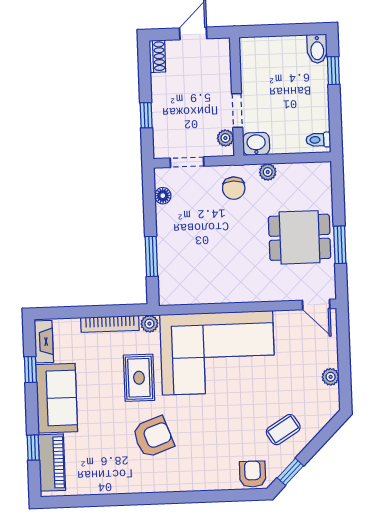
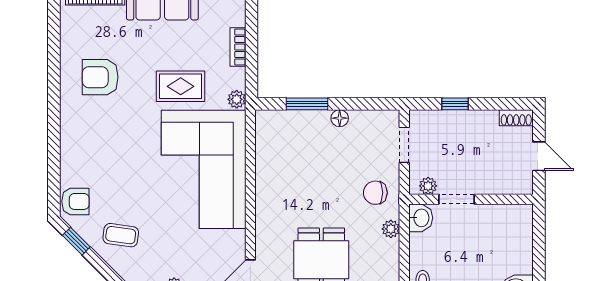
floor lamp: (163, 196) -> (340, 118), moved
bookcase: (110, 324) -> (238, 47), width x0.64
coffee table: (283, 430) -> (121, 235), turned -50
armchair: (153, 437) -> (100, 77), moved, turned 110

